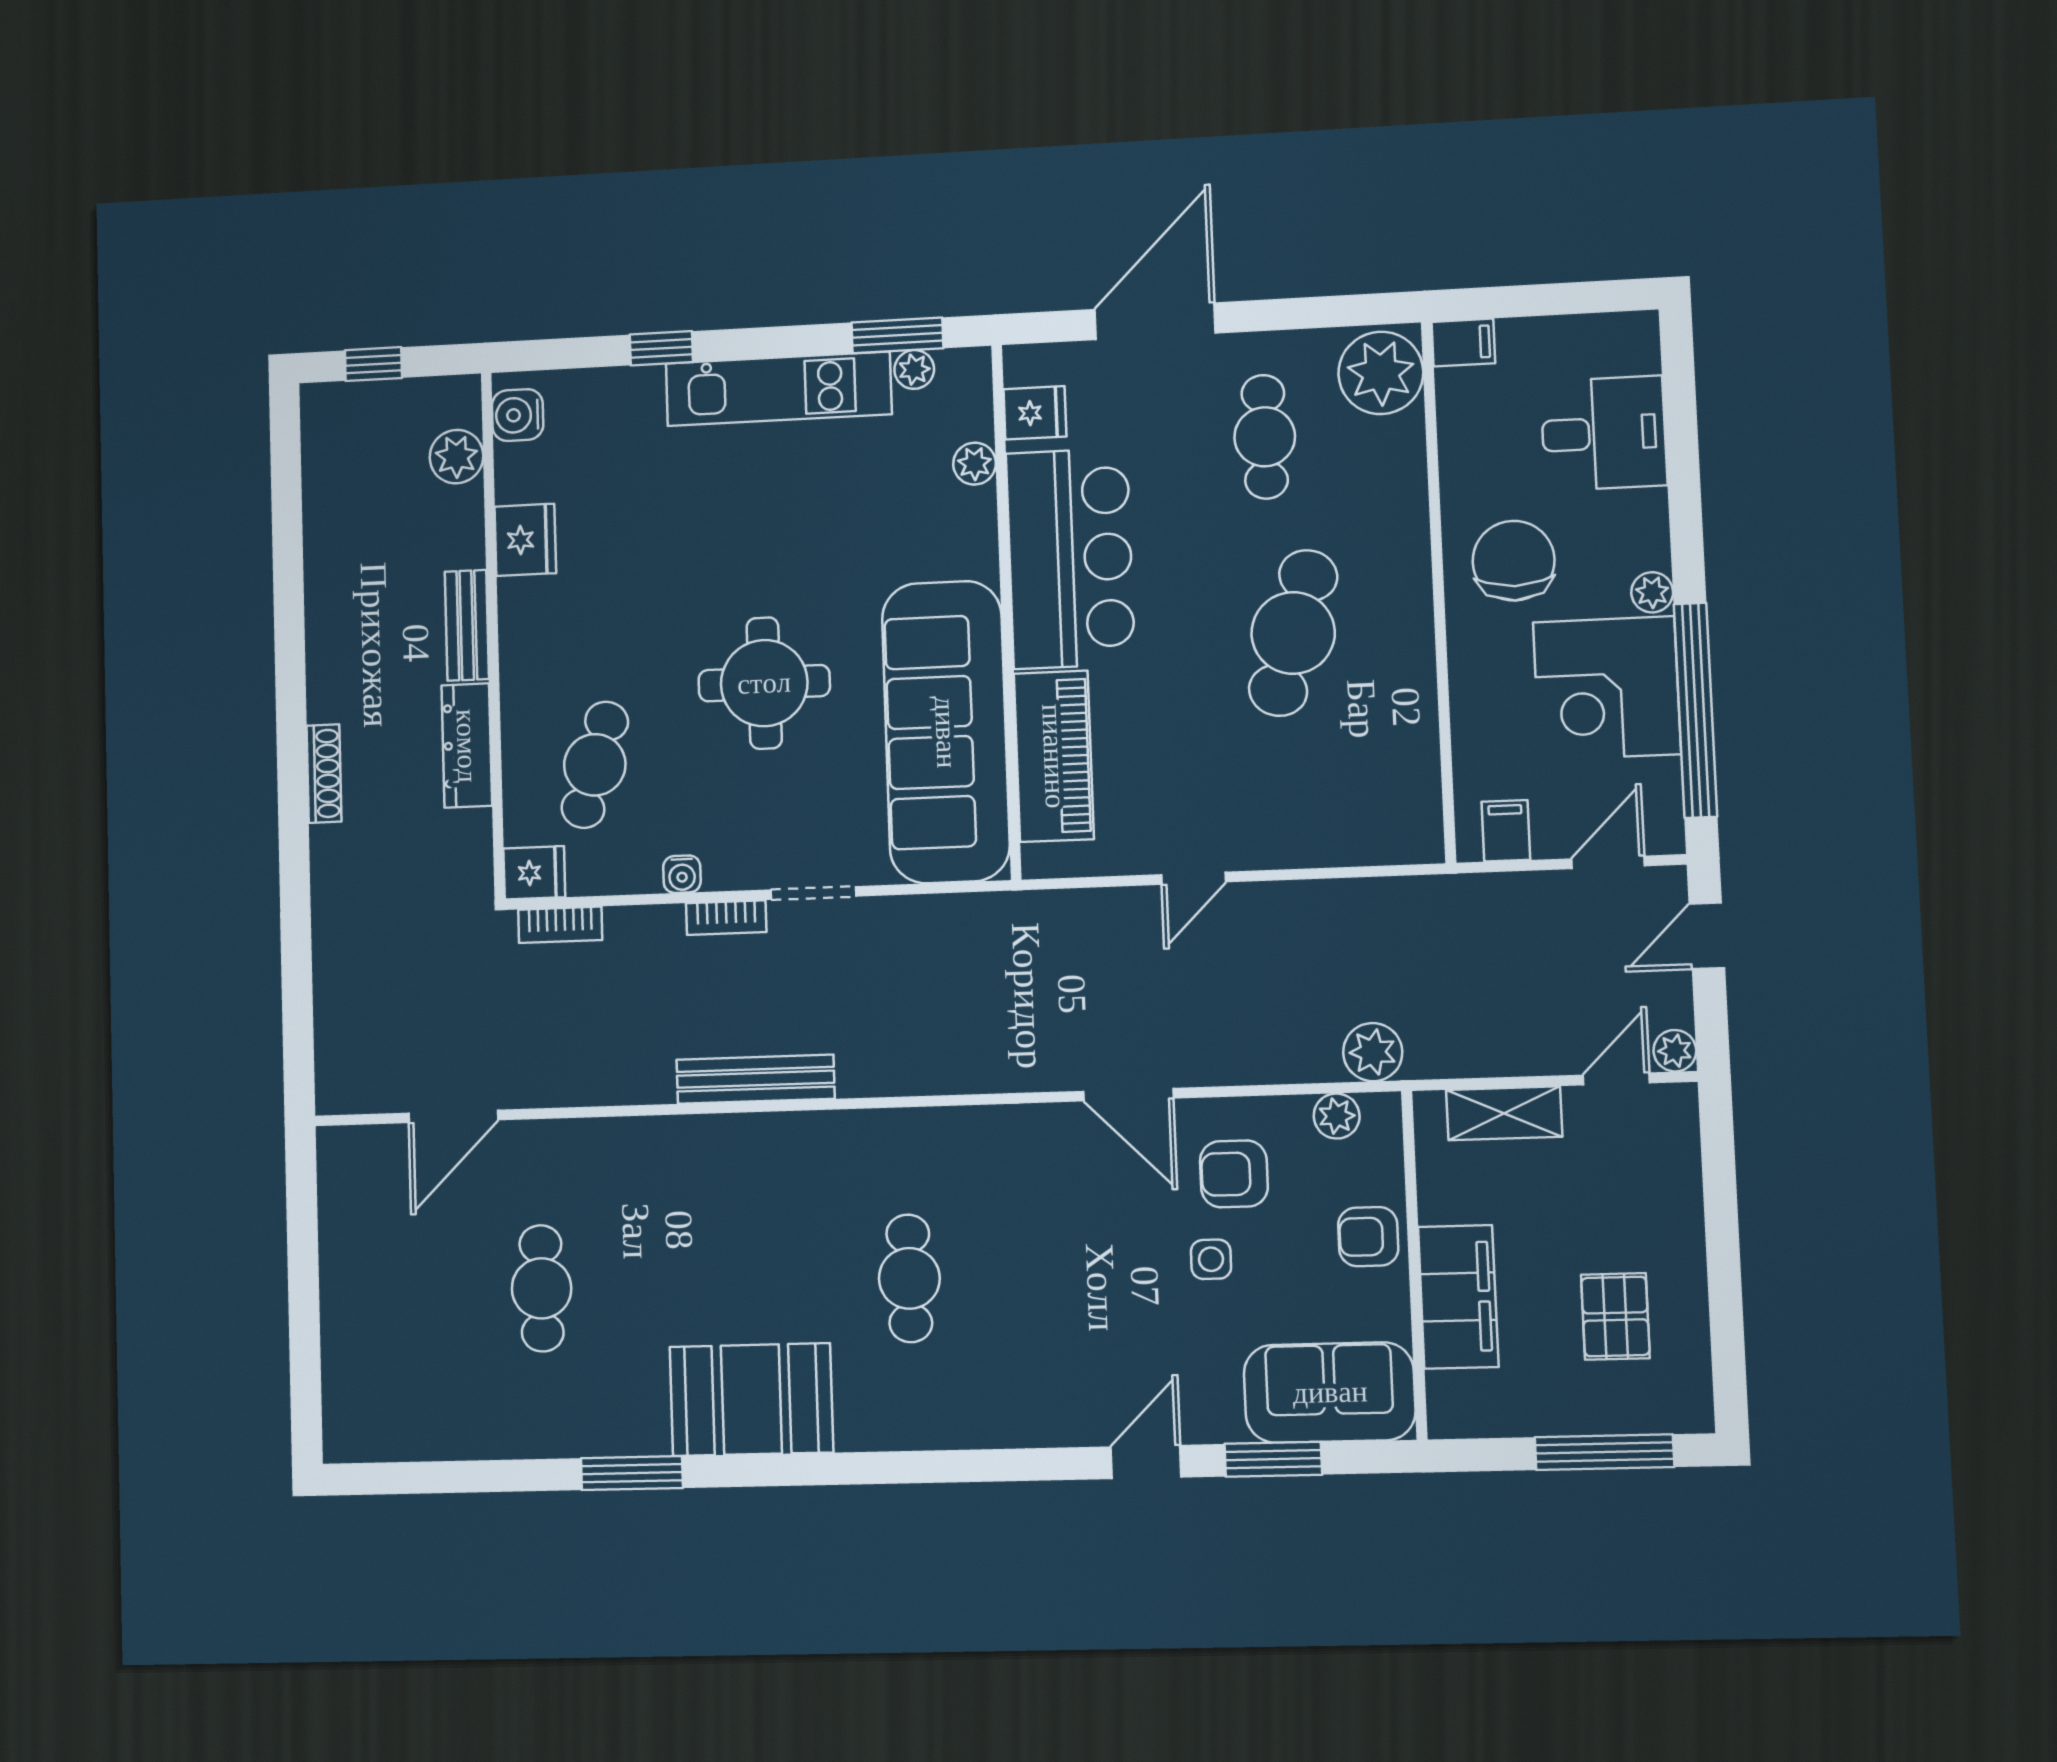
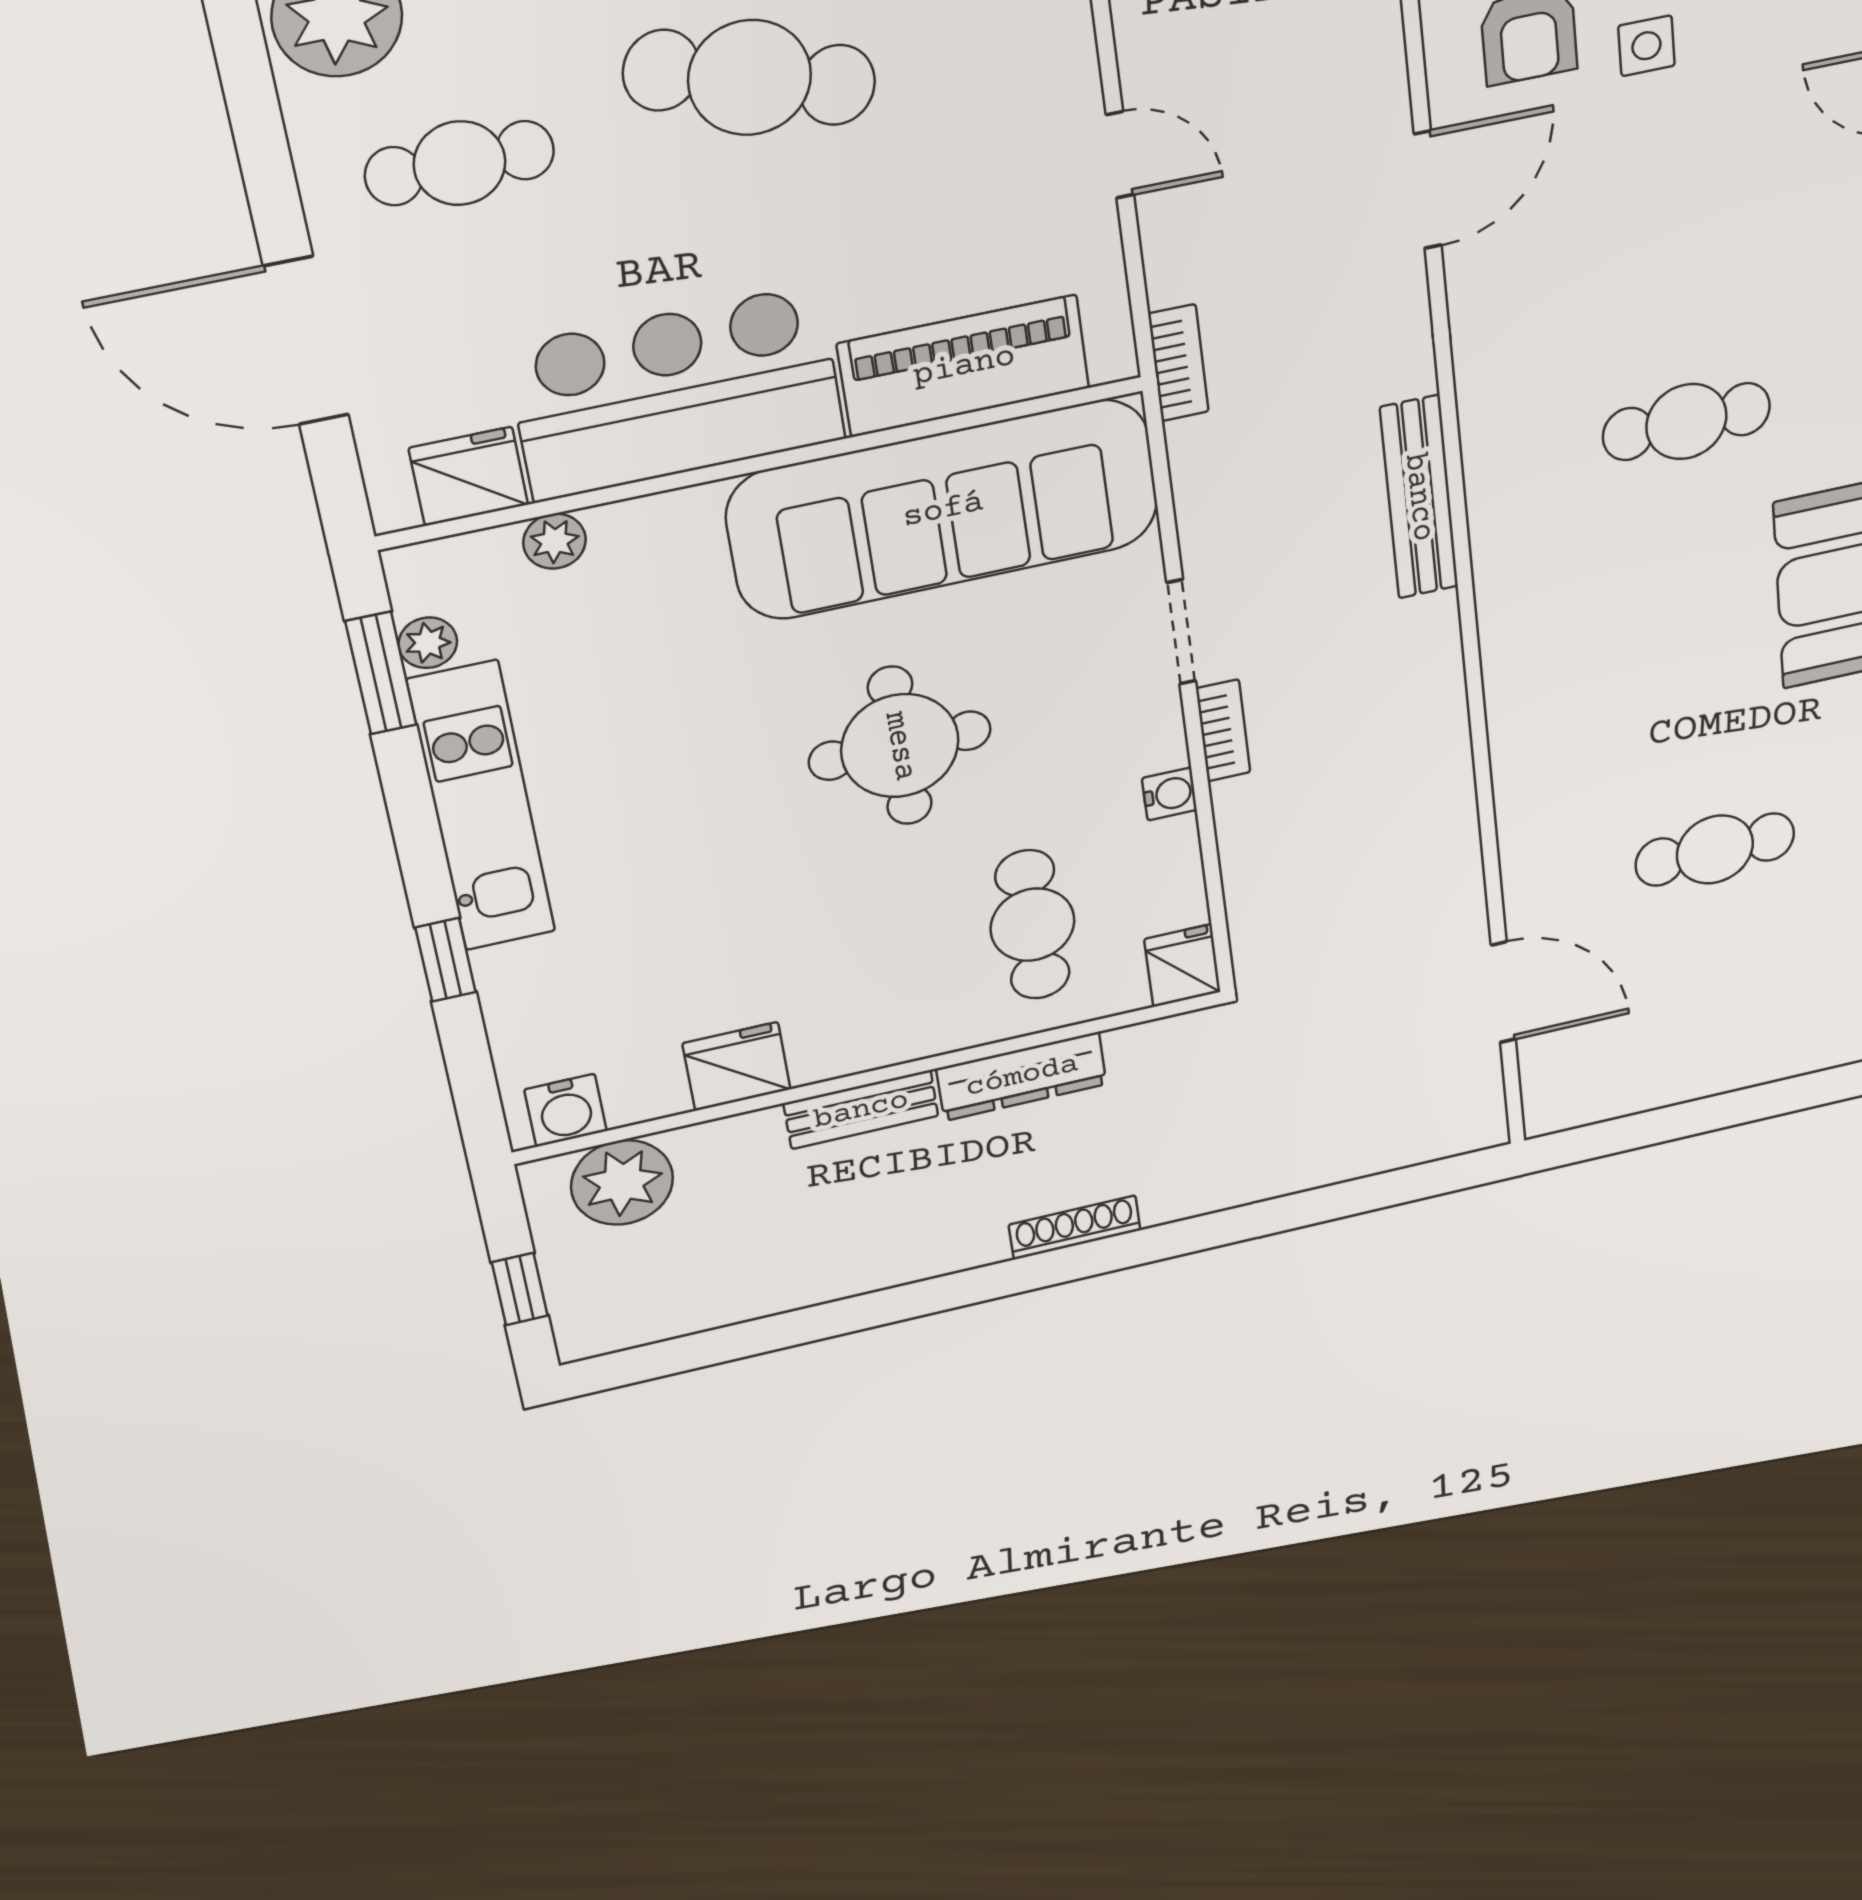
fridge: (1035, 413) -> (468, 476), width x1.38
plant: (456, 457) -> (622, 1183), width x1.36, depth x1.36
cafe table: (595, 765) -> (1032, 925), turned 73
bookcase: (560, 925) -> (1178, 363), moved
bench: (756, 1079) -> (1419, 497), moved

